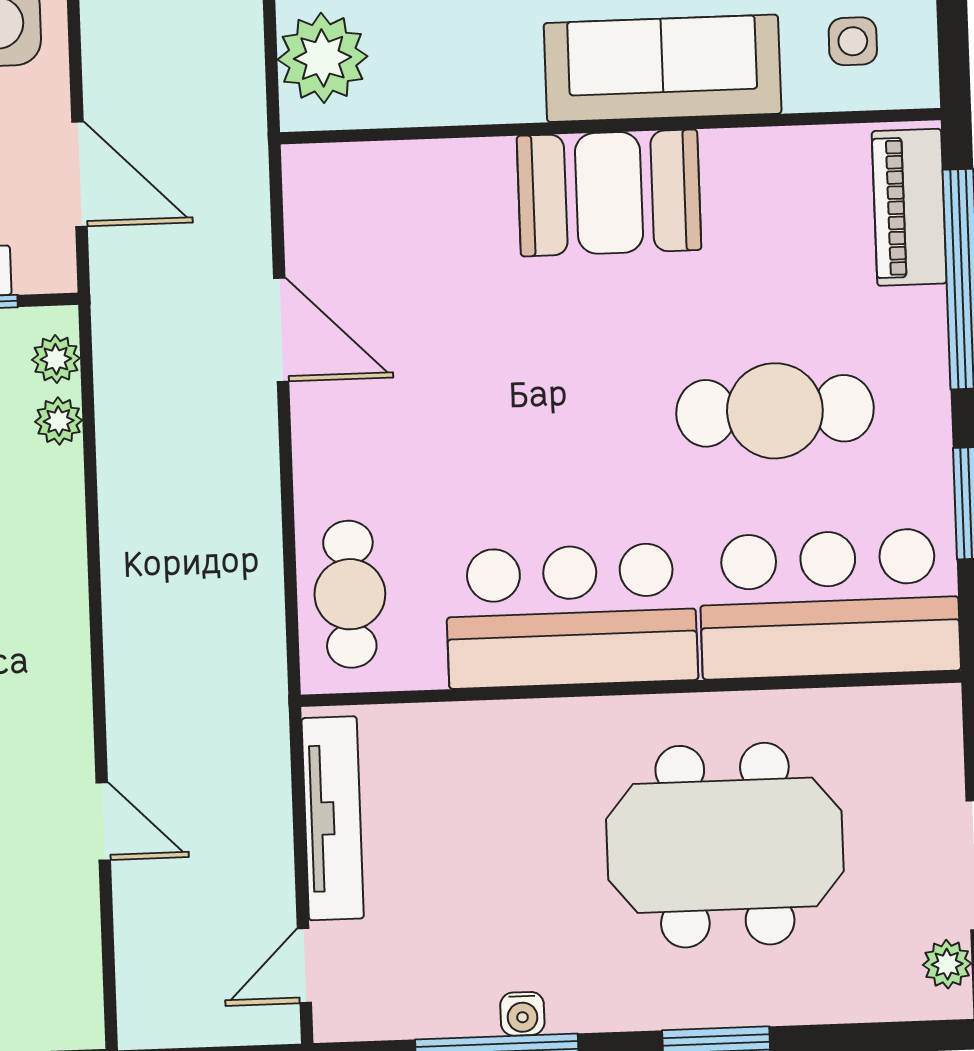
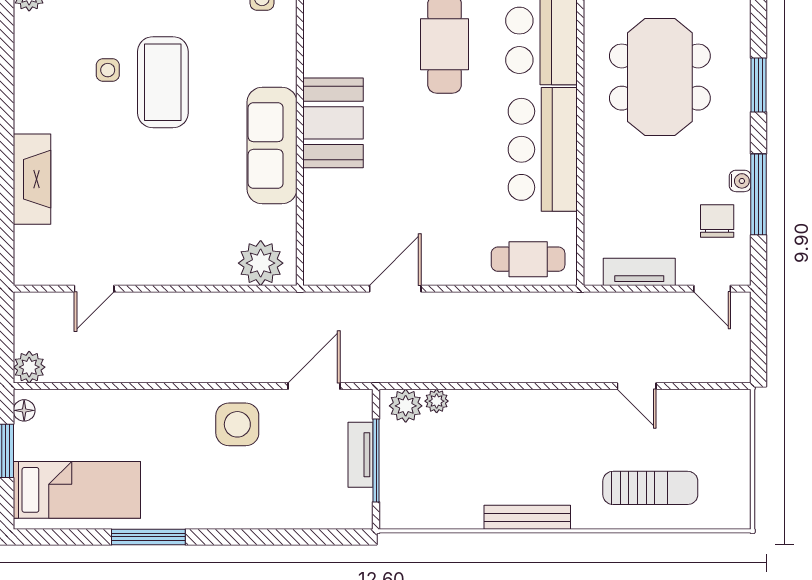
sofa: (663, 68) -> (272, 146), moved
plant: (56, 359) -> (406, 406), width x1.38, depth x1.38
tv unit: (333, 818) -> (639, 272), width x0.71
door: (103, 821) -> (637, 386), swing flipped
chair: (440, 971) -> (717, 221), added

